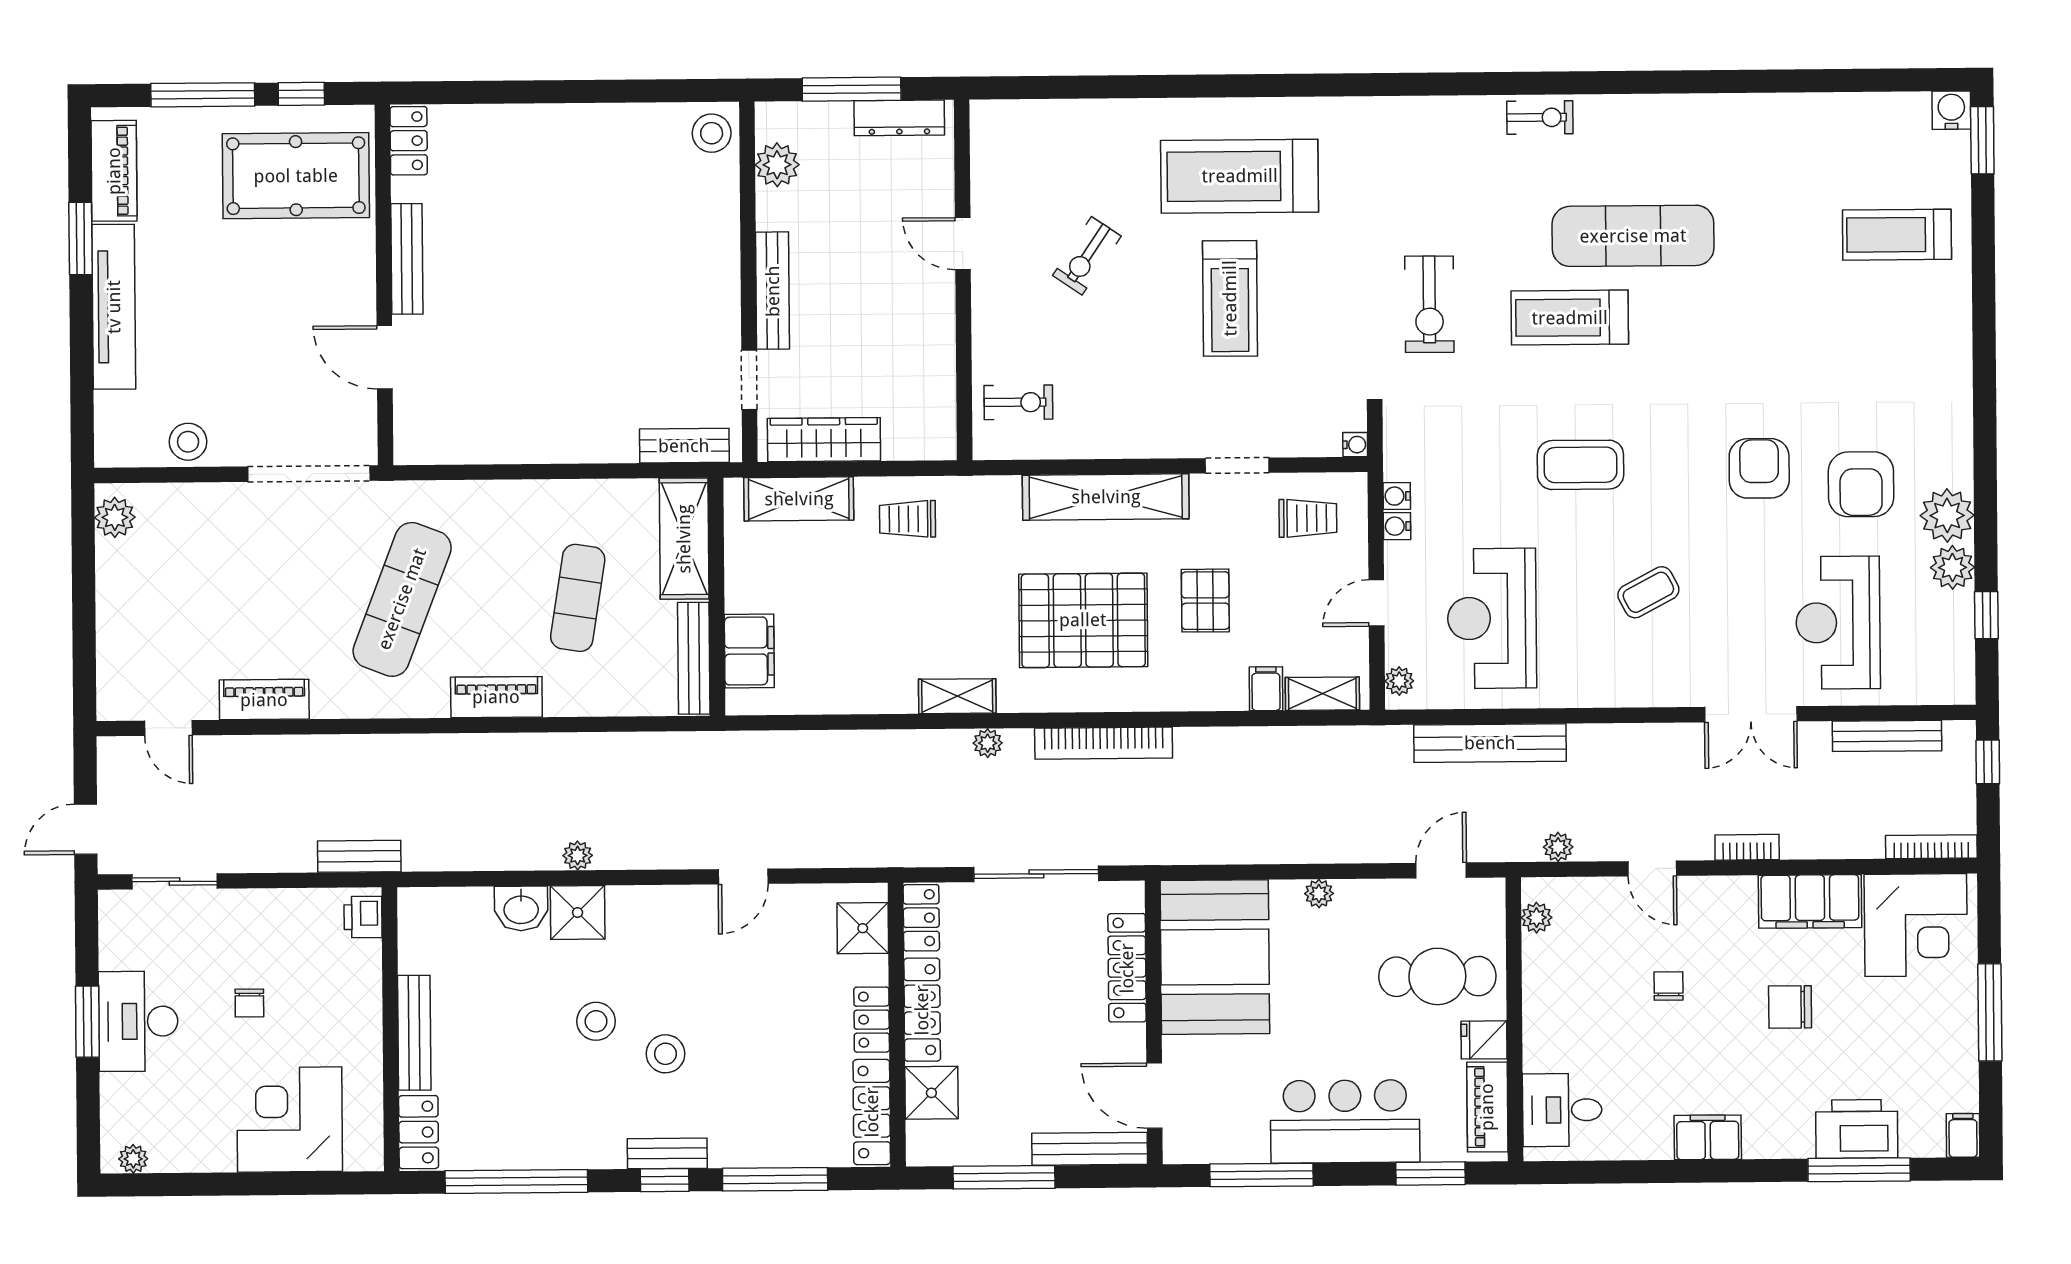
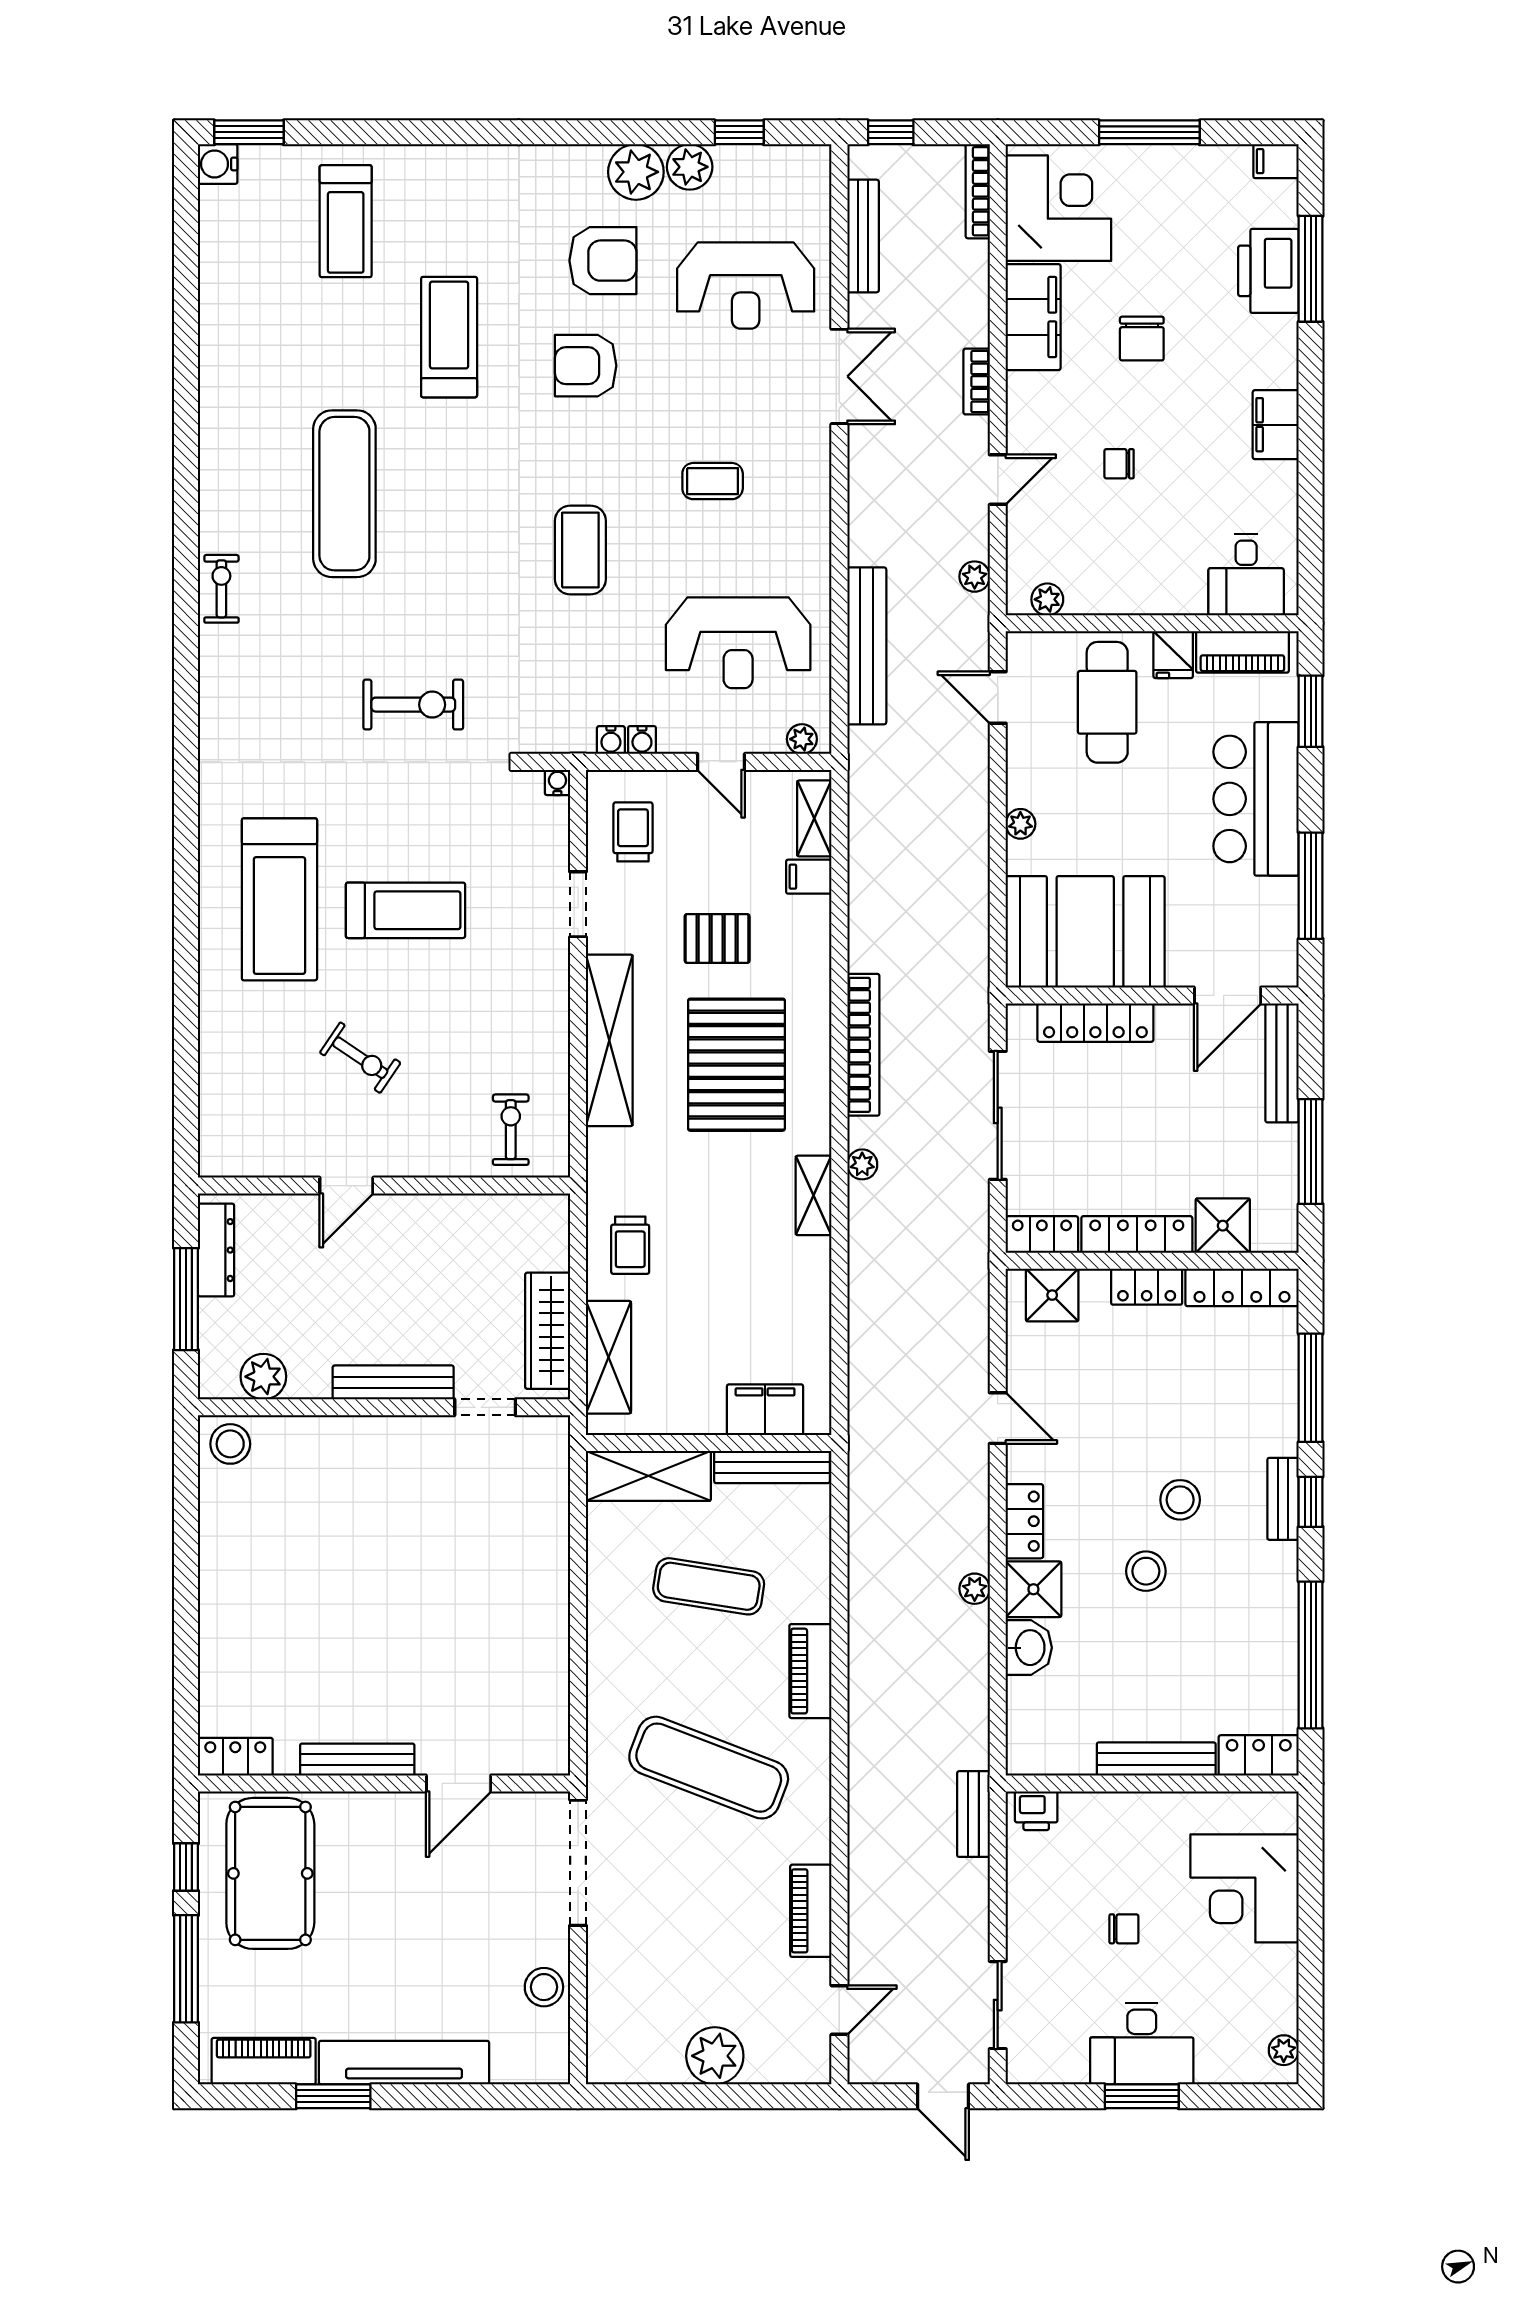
treadmill: (1570, 318) -> (449, 337), moved, turned 180
bench: (684, 446) -> (552, 1475), removed
plant: (115, 517) -> (715, 2056), moved, width x1.36, depth x1.36
coffee table: (1648, 592) -> (713, 481), turned -62
locker: (643, 903) -> (1024, 1521), added

